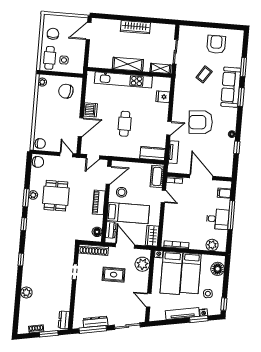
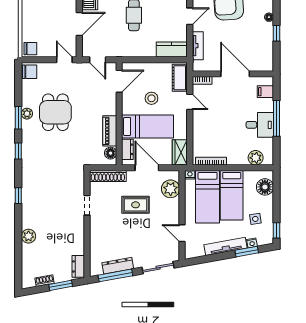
door: (93, 157) -> (98, 60), hinge flipped
stool: (122, 192) -> (151, 98), moved
piano: (99, 202) -> (110, 131), moved

